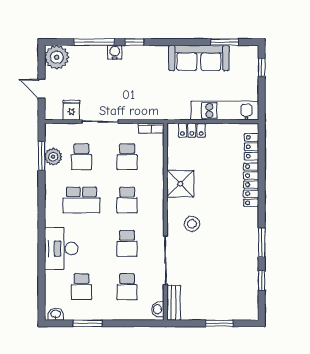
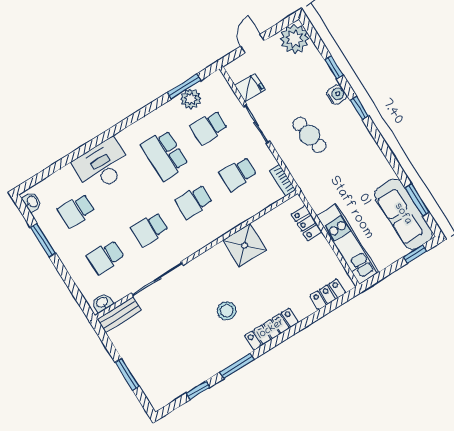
window: (94, 42) -> (334, 67), width x0.46
sofa: (199, 58) -> (403, 214), moved
cafe table: (131, 89) -> (309, 135), added
locker: (251, 185) -> (271, 329), moved
stool: (192, 224) -> (227, 311), moved

